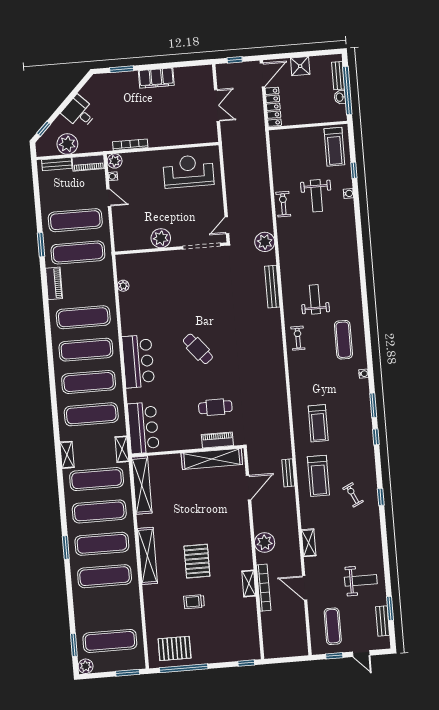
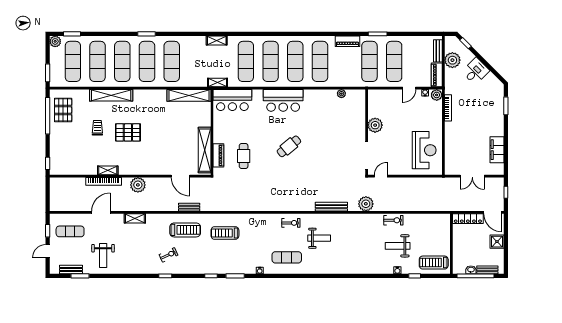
filing cabinet: (156, 78) -> (497, 150), moved
door: (227, 225) -> (381, 176), hinge flipped
treadmill: (318, 476) -> (185, 230), turned 180
exercise mat: (97, 479) -> (98, 61), moved
shelving: (147, 556) -> (111, 95), moved

